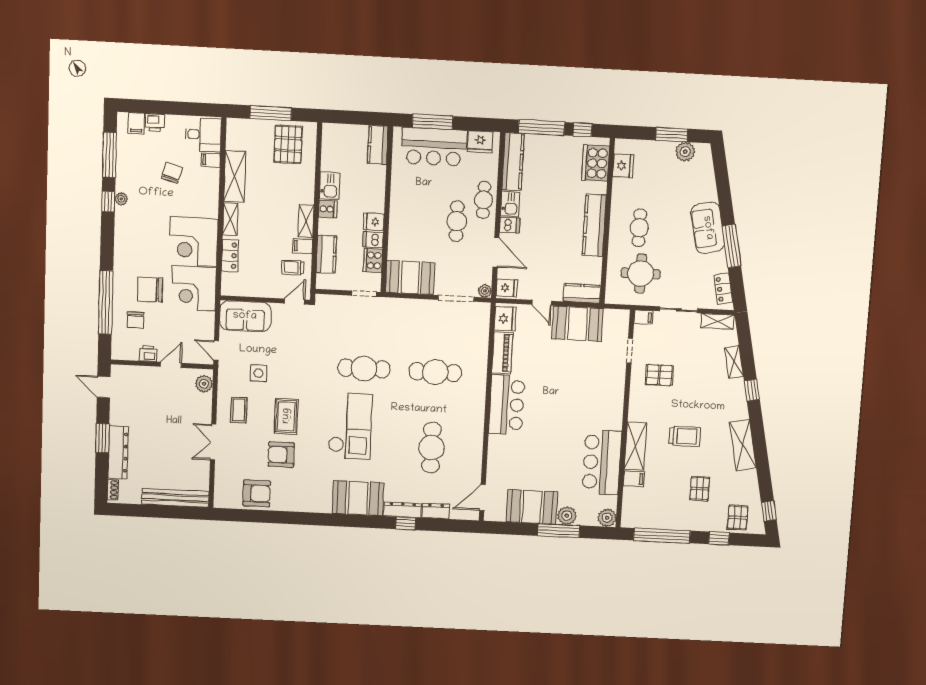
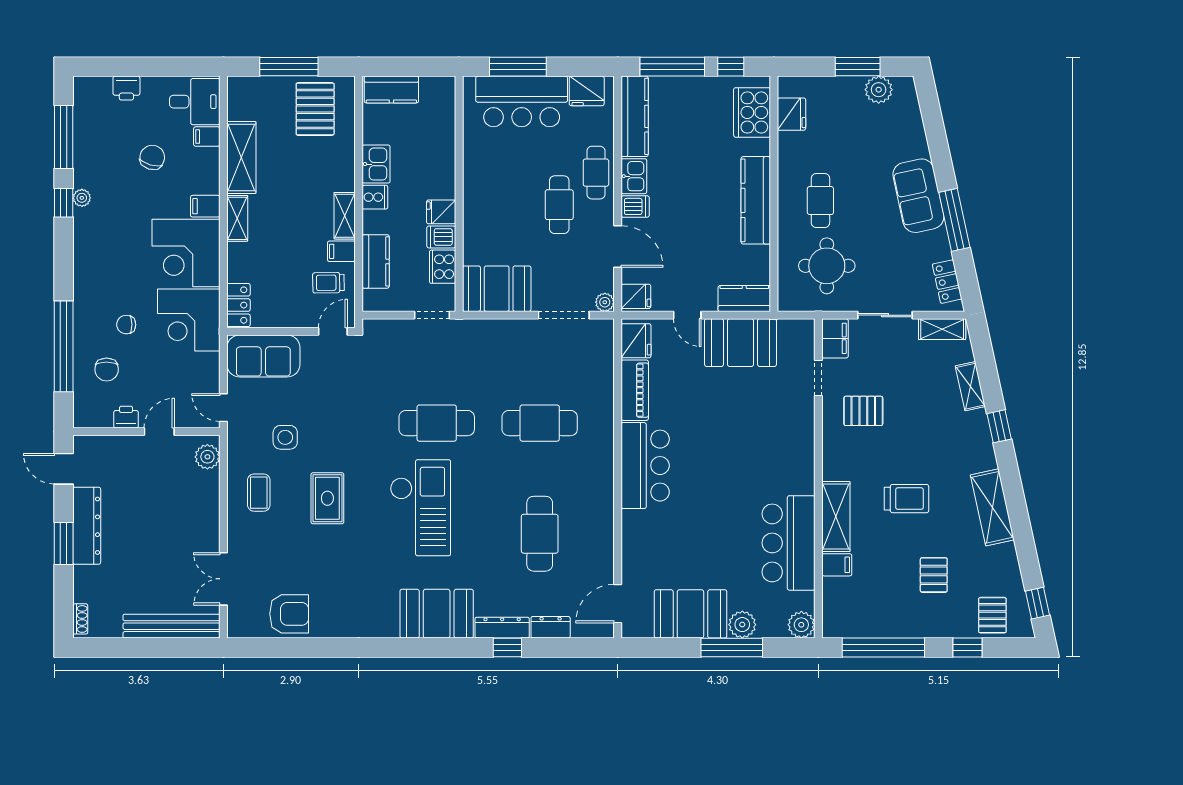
filing cabinet: (136, 123) -> (205, 206), moved, turned 90
kitchen counter: (378, 145) -> (391, 89), moved, turned -90
locker: (230, 256) -> (238, 305), moved
chair: (150, 289) -> (126, 325), width x0.54, depth x0.54
filing cabinet: (643, 317) -> (835, 338), width x2.00
double door: (213, 442) -> (223, 579), moved
dresser: (118, 452) -> (87, 526), moved
armchair: (281, 455) -> (322, 555), removed

